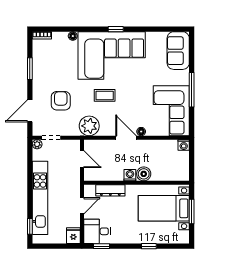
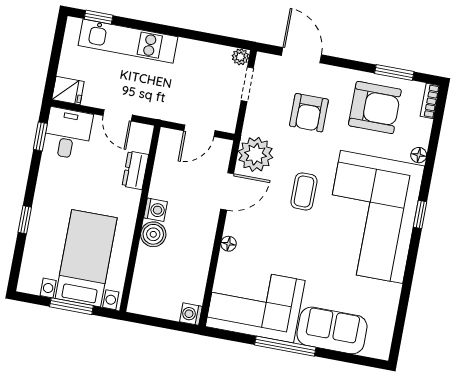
window: (116, 29) -> (420, 214), moved
sofa: (178, 51) -> (332, 330), moved
armchair: (51, 65) -> (375, 107), added
window: (30, 69) -> (394, 72), moved
armchair: (61, 101) -> (309, 113), turned 90
door: (126, 138) -> (227, 191), moved
dresser: (110, 190) -> (135, 170), width x0.70
kitchen unit: (40, 198) -> (128, 41), width x0.73

